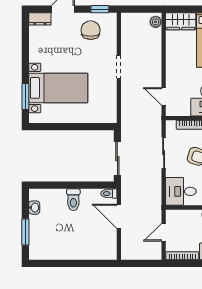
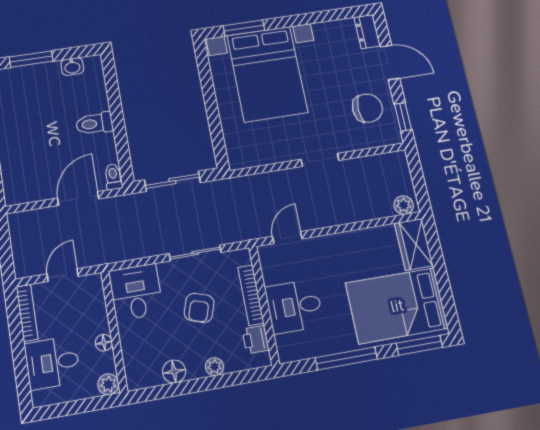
bed with nightstands: (58, 88) -> (267, 74), width x1.36
door: (164, 232) -> (63, 275), hinge flipped

